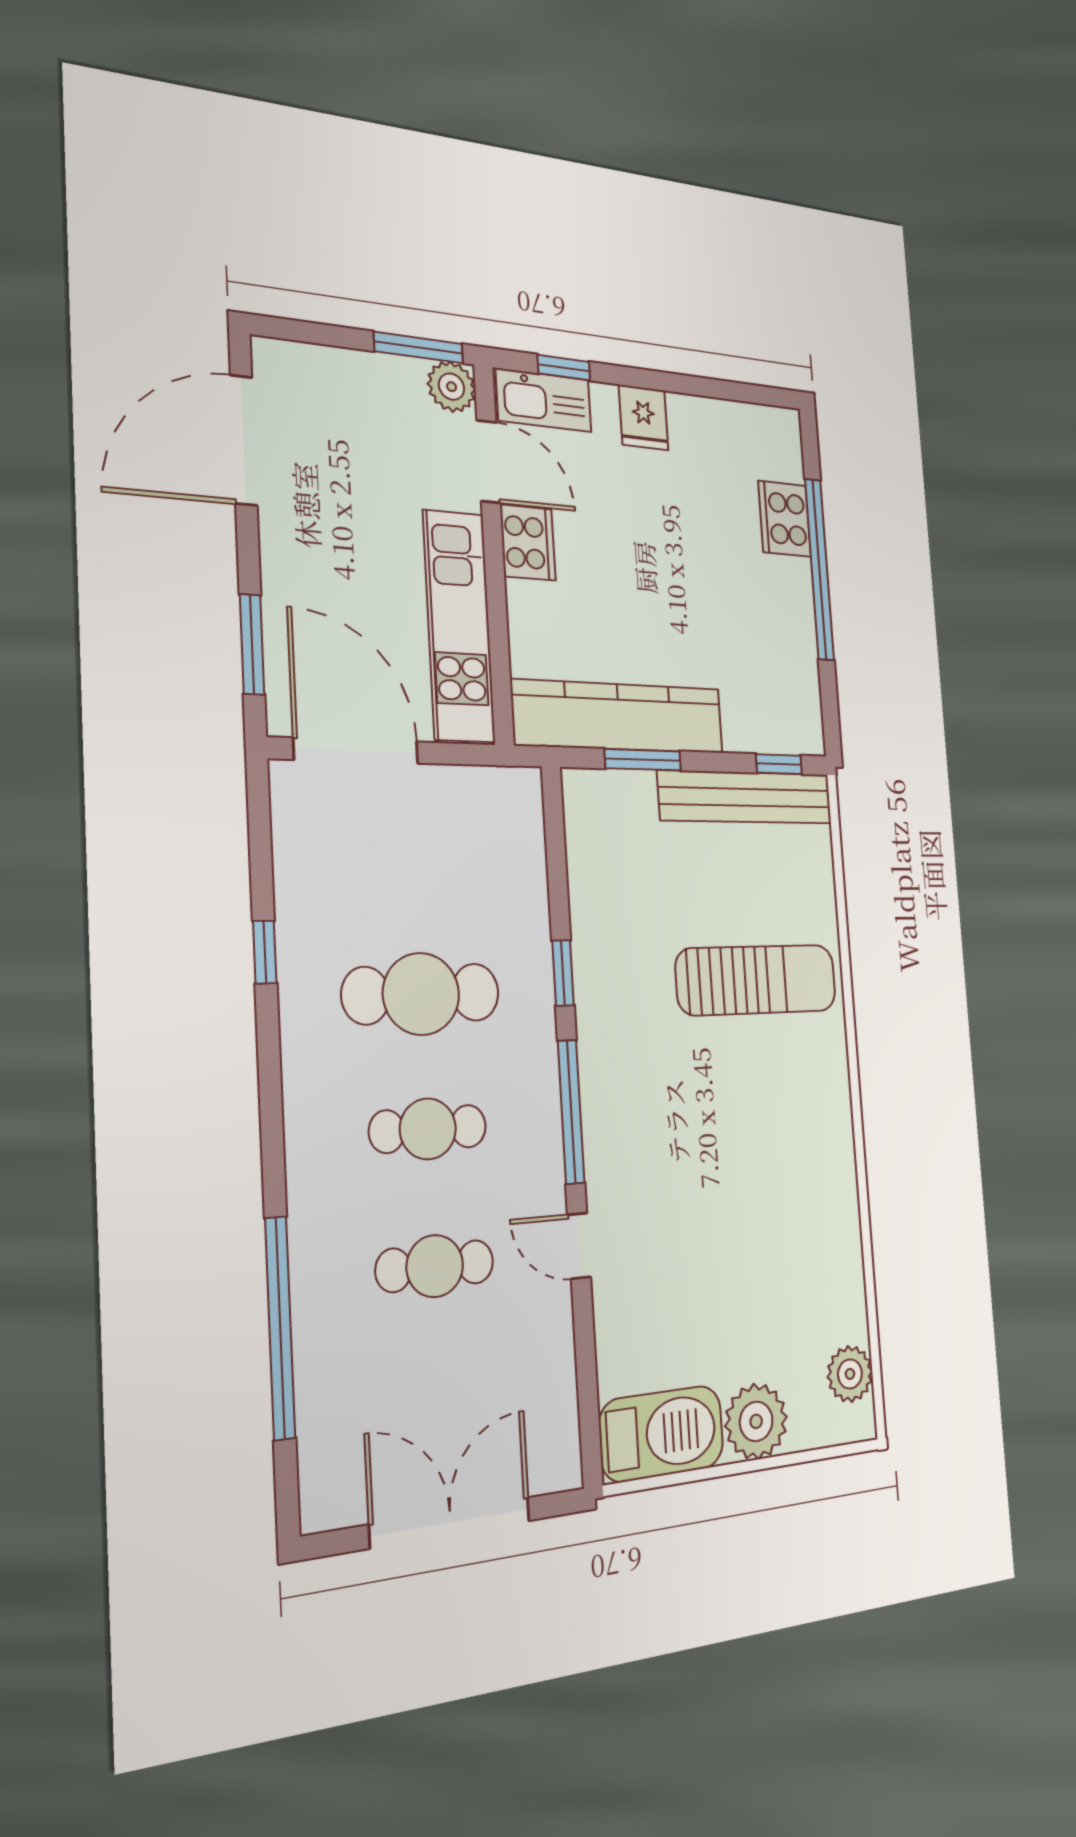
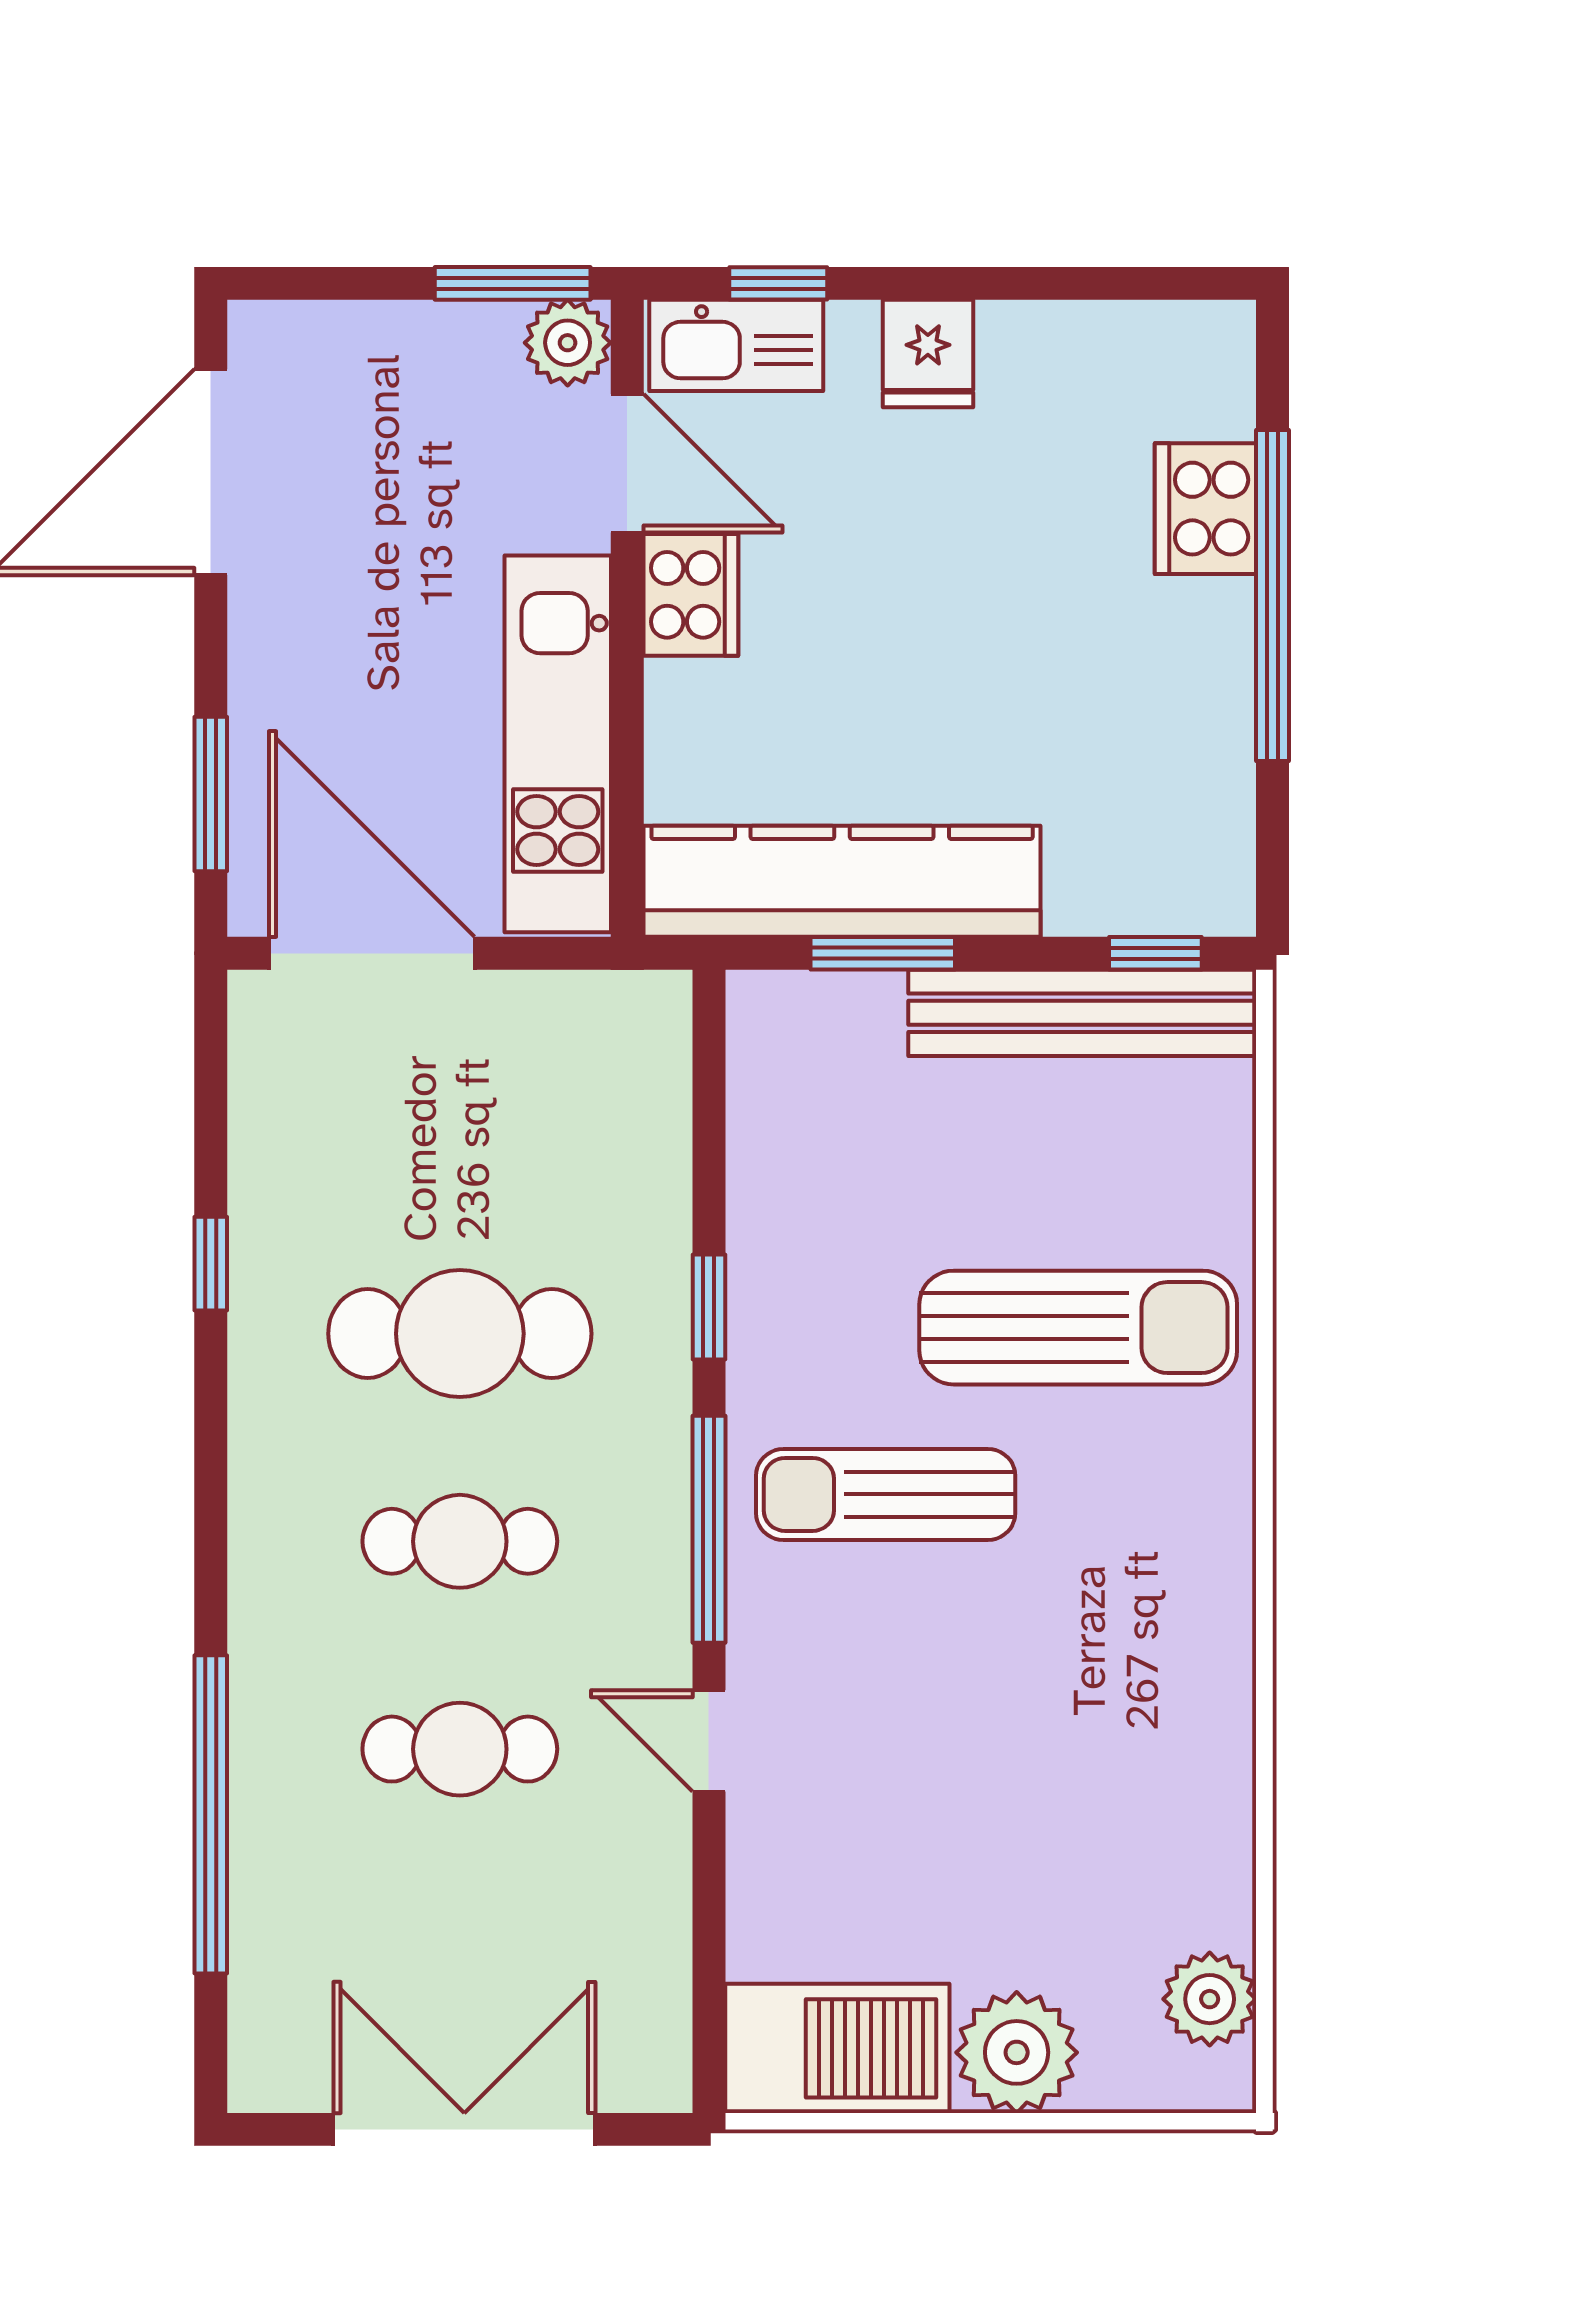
sun lounger: (665, 1084) -> (886, 1494), added

